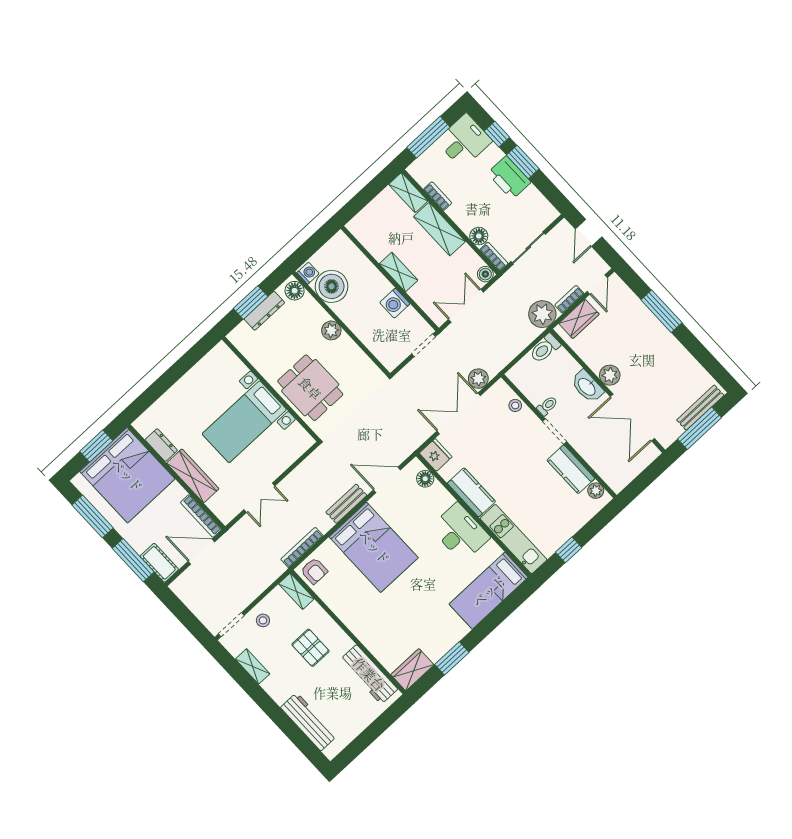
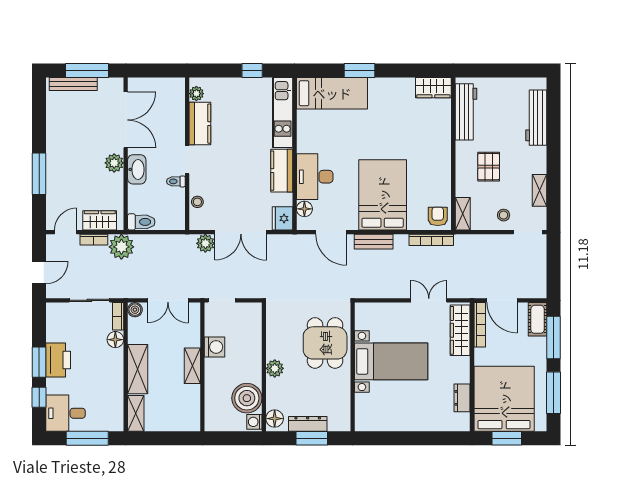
bookcase: (438, 196) -> (118, 393), removed
wardrobe: (193, 476) -> (460, 330), moved
desk: (460, 532) -> (315, 177), moved
window: (452, 658) -> (359, 70), moved

